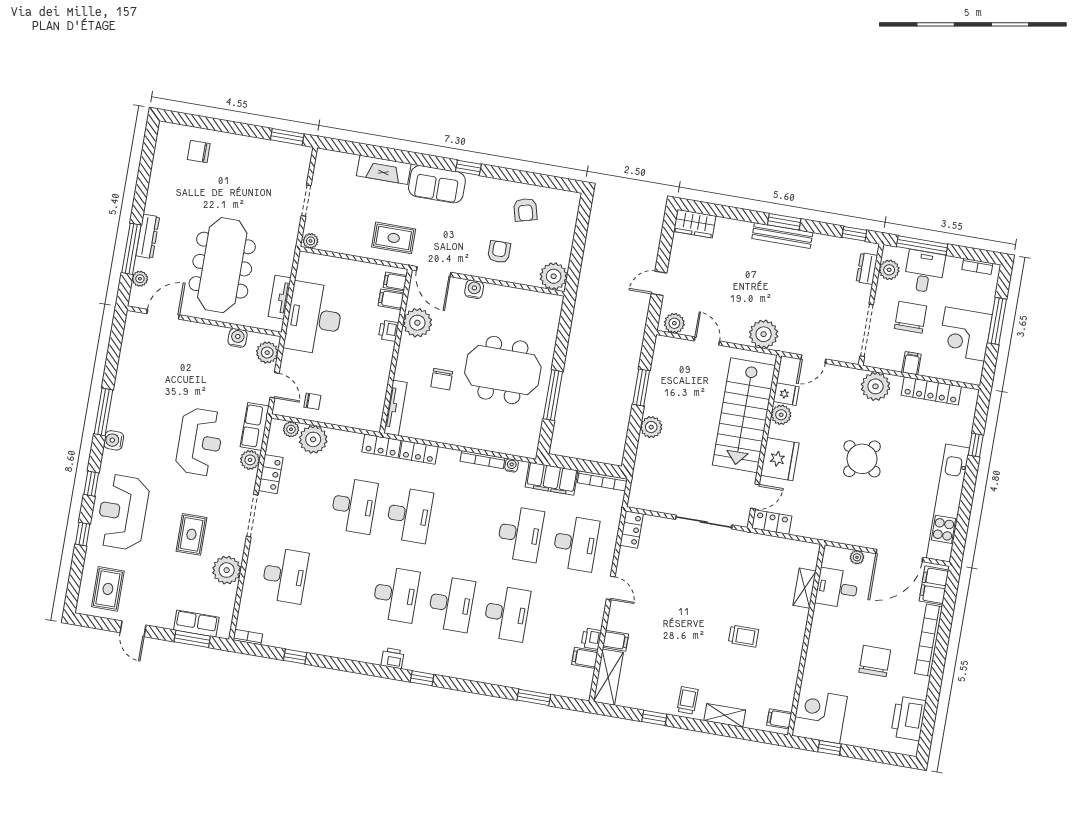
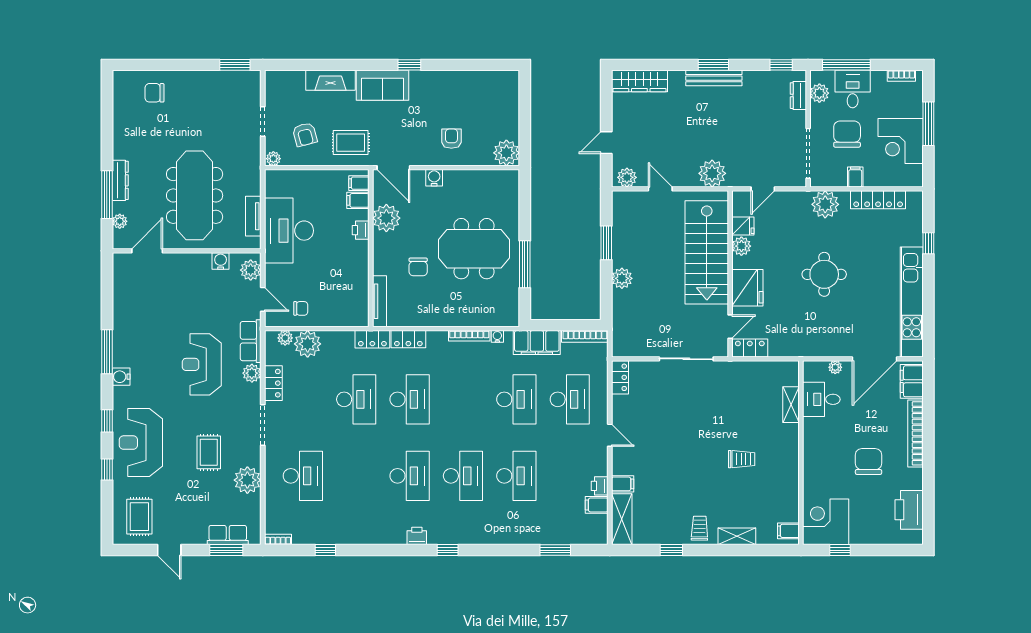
armchair: (525, 210) -> (305, 134), moved
wardrobe: (695, 224) -> (639, 81), width x1.50
reception desk: (200, 442) -> (202, 364), turned 180
round table: (862, 459) -> (824, 274), turned -36

